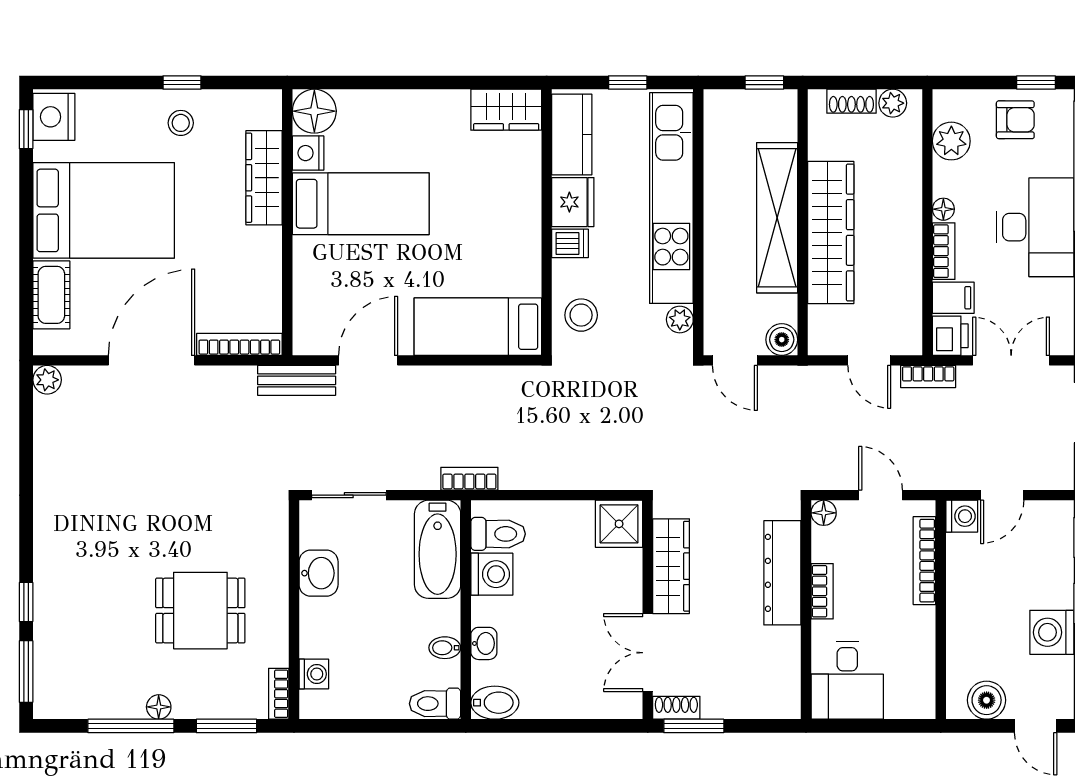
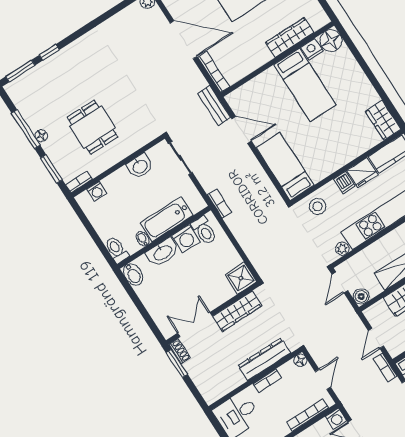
bathtub: (438, 549) -> (167, 219), moved
washbasin: (484, 643) -> (163, 252), width x1.91, depth x1.45

